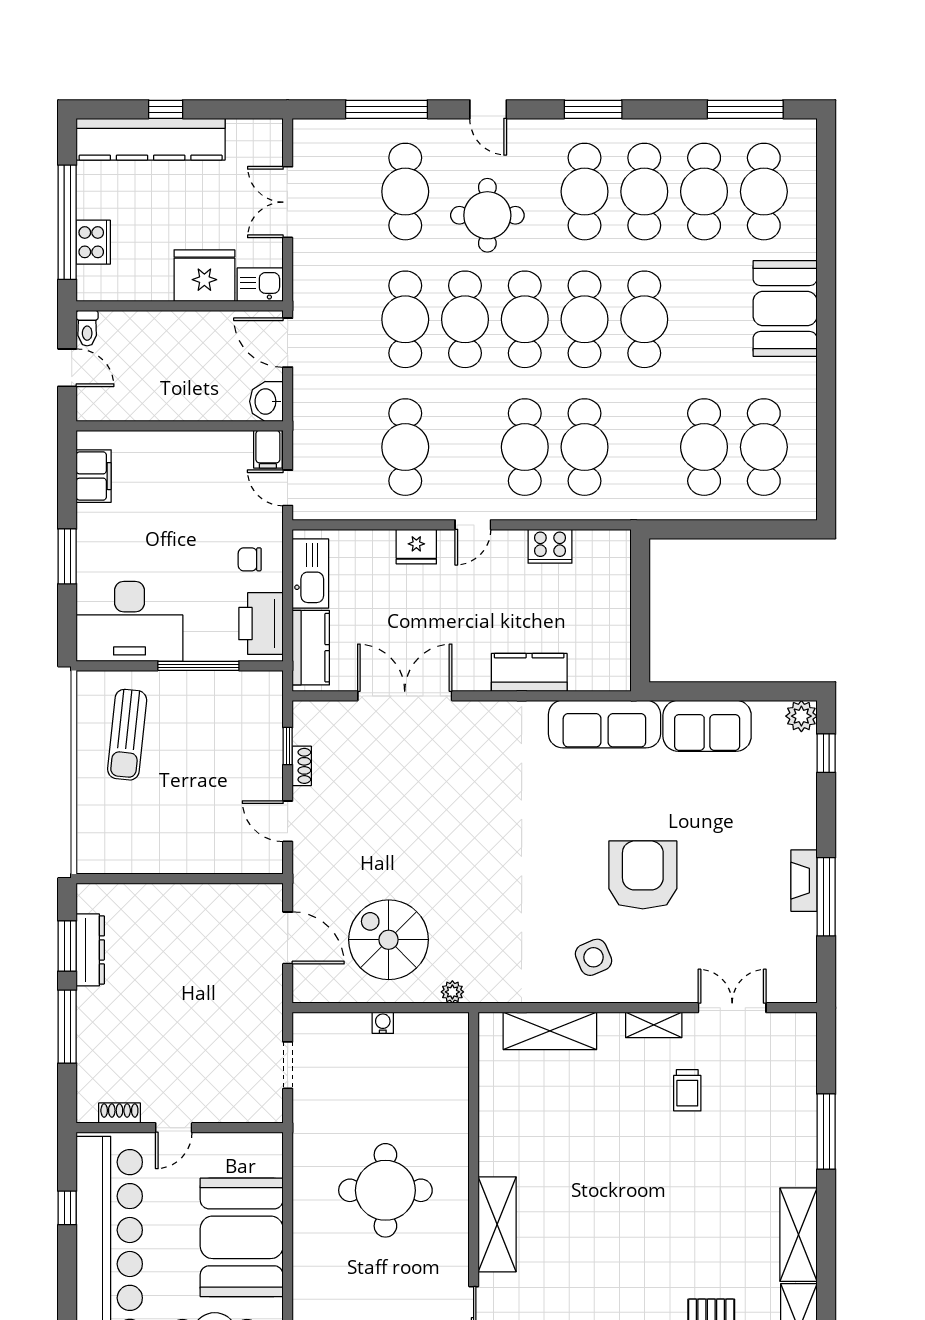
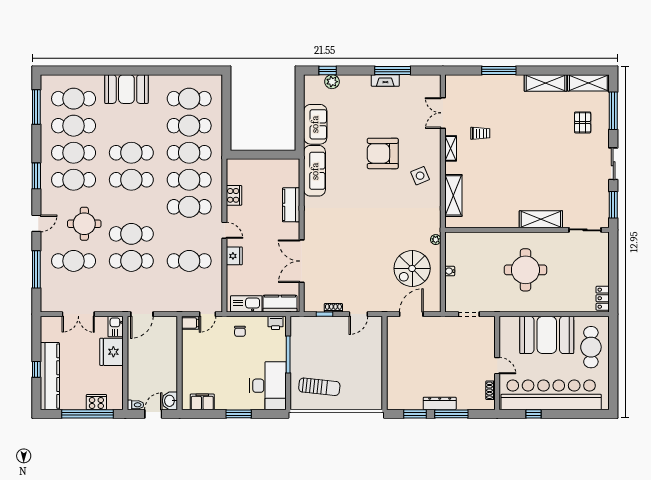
cafe table: (525, 319) -> (189, 153), moved
washbasin: (266, 401) -> (170, 401), moved, turned 90
printer: (261, 624) -> (276, 323), width x0.53, depth x0.68
plant: (801, 716) -> (332, 82), moved
dresser: (90, 950) -> (440, 403), moved

